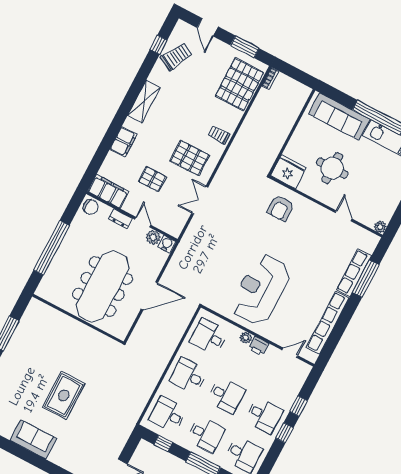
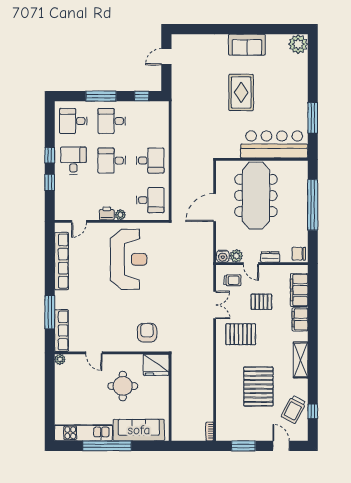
pallet: (239, 84) -> (258, 387), moved
trolley: (219, 135) -> (232, 280), moved
filing cabinet: (108, 192) -> (299, 290), moved, turned 90
row of seats: (354, 273) -> (61, 331), moved
bar counter: (58, 327) -> (274, 144), added
desk: (168, 415) -> (150, 121), removed
desk: (264, 415) -> (73, 161), turned 90

